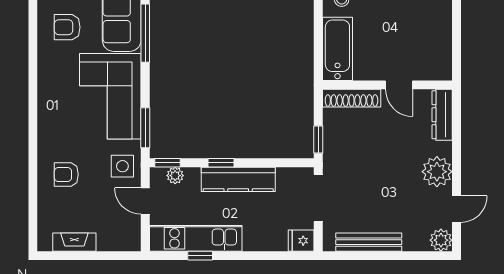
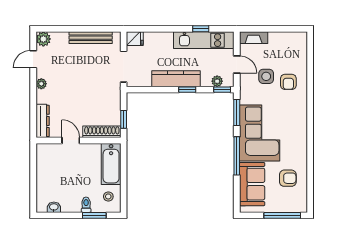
window: (145, 33) -> (237, 156), moved
window: (318, 140) -> (124, 119), moved
side table: (122, 166) -> (266, 76), moved
plant: (437, 172) -> (41, 84), width x0.53, depth x0.53
armchair: (66, 174) -> (288, 82), turned 90
fireplace: (74, 242) -> (254, 38), moved

